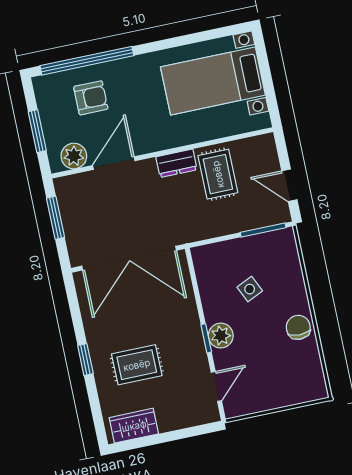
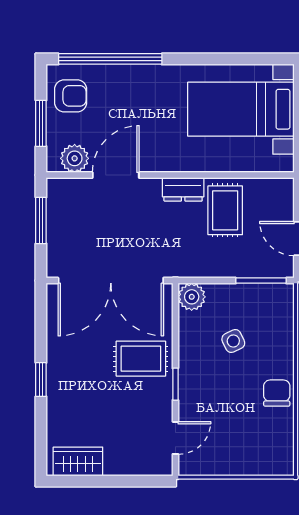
armchair: (91, 98) -> (71, 96), moved
plant: (221, 336) -> (192, 297), moved
rug: (137, 365) -> (141, 359), moved

